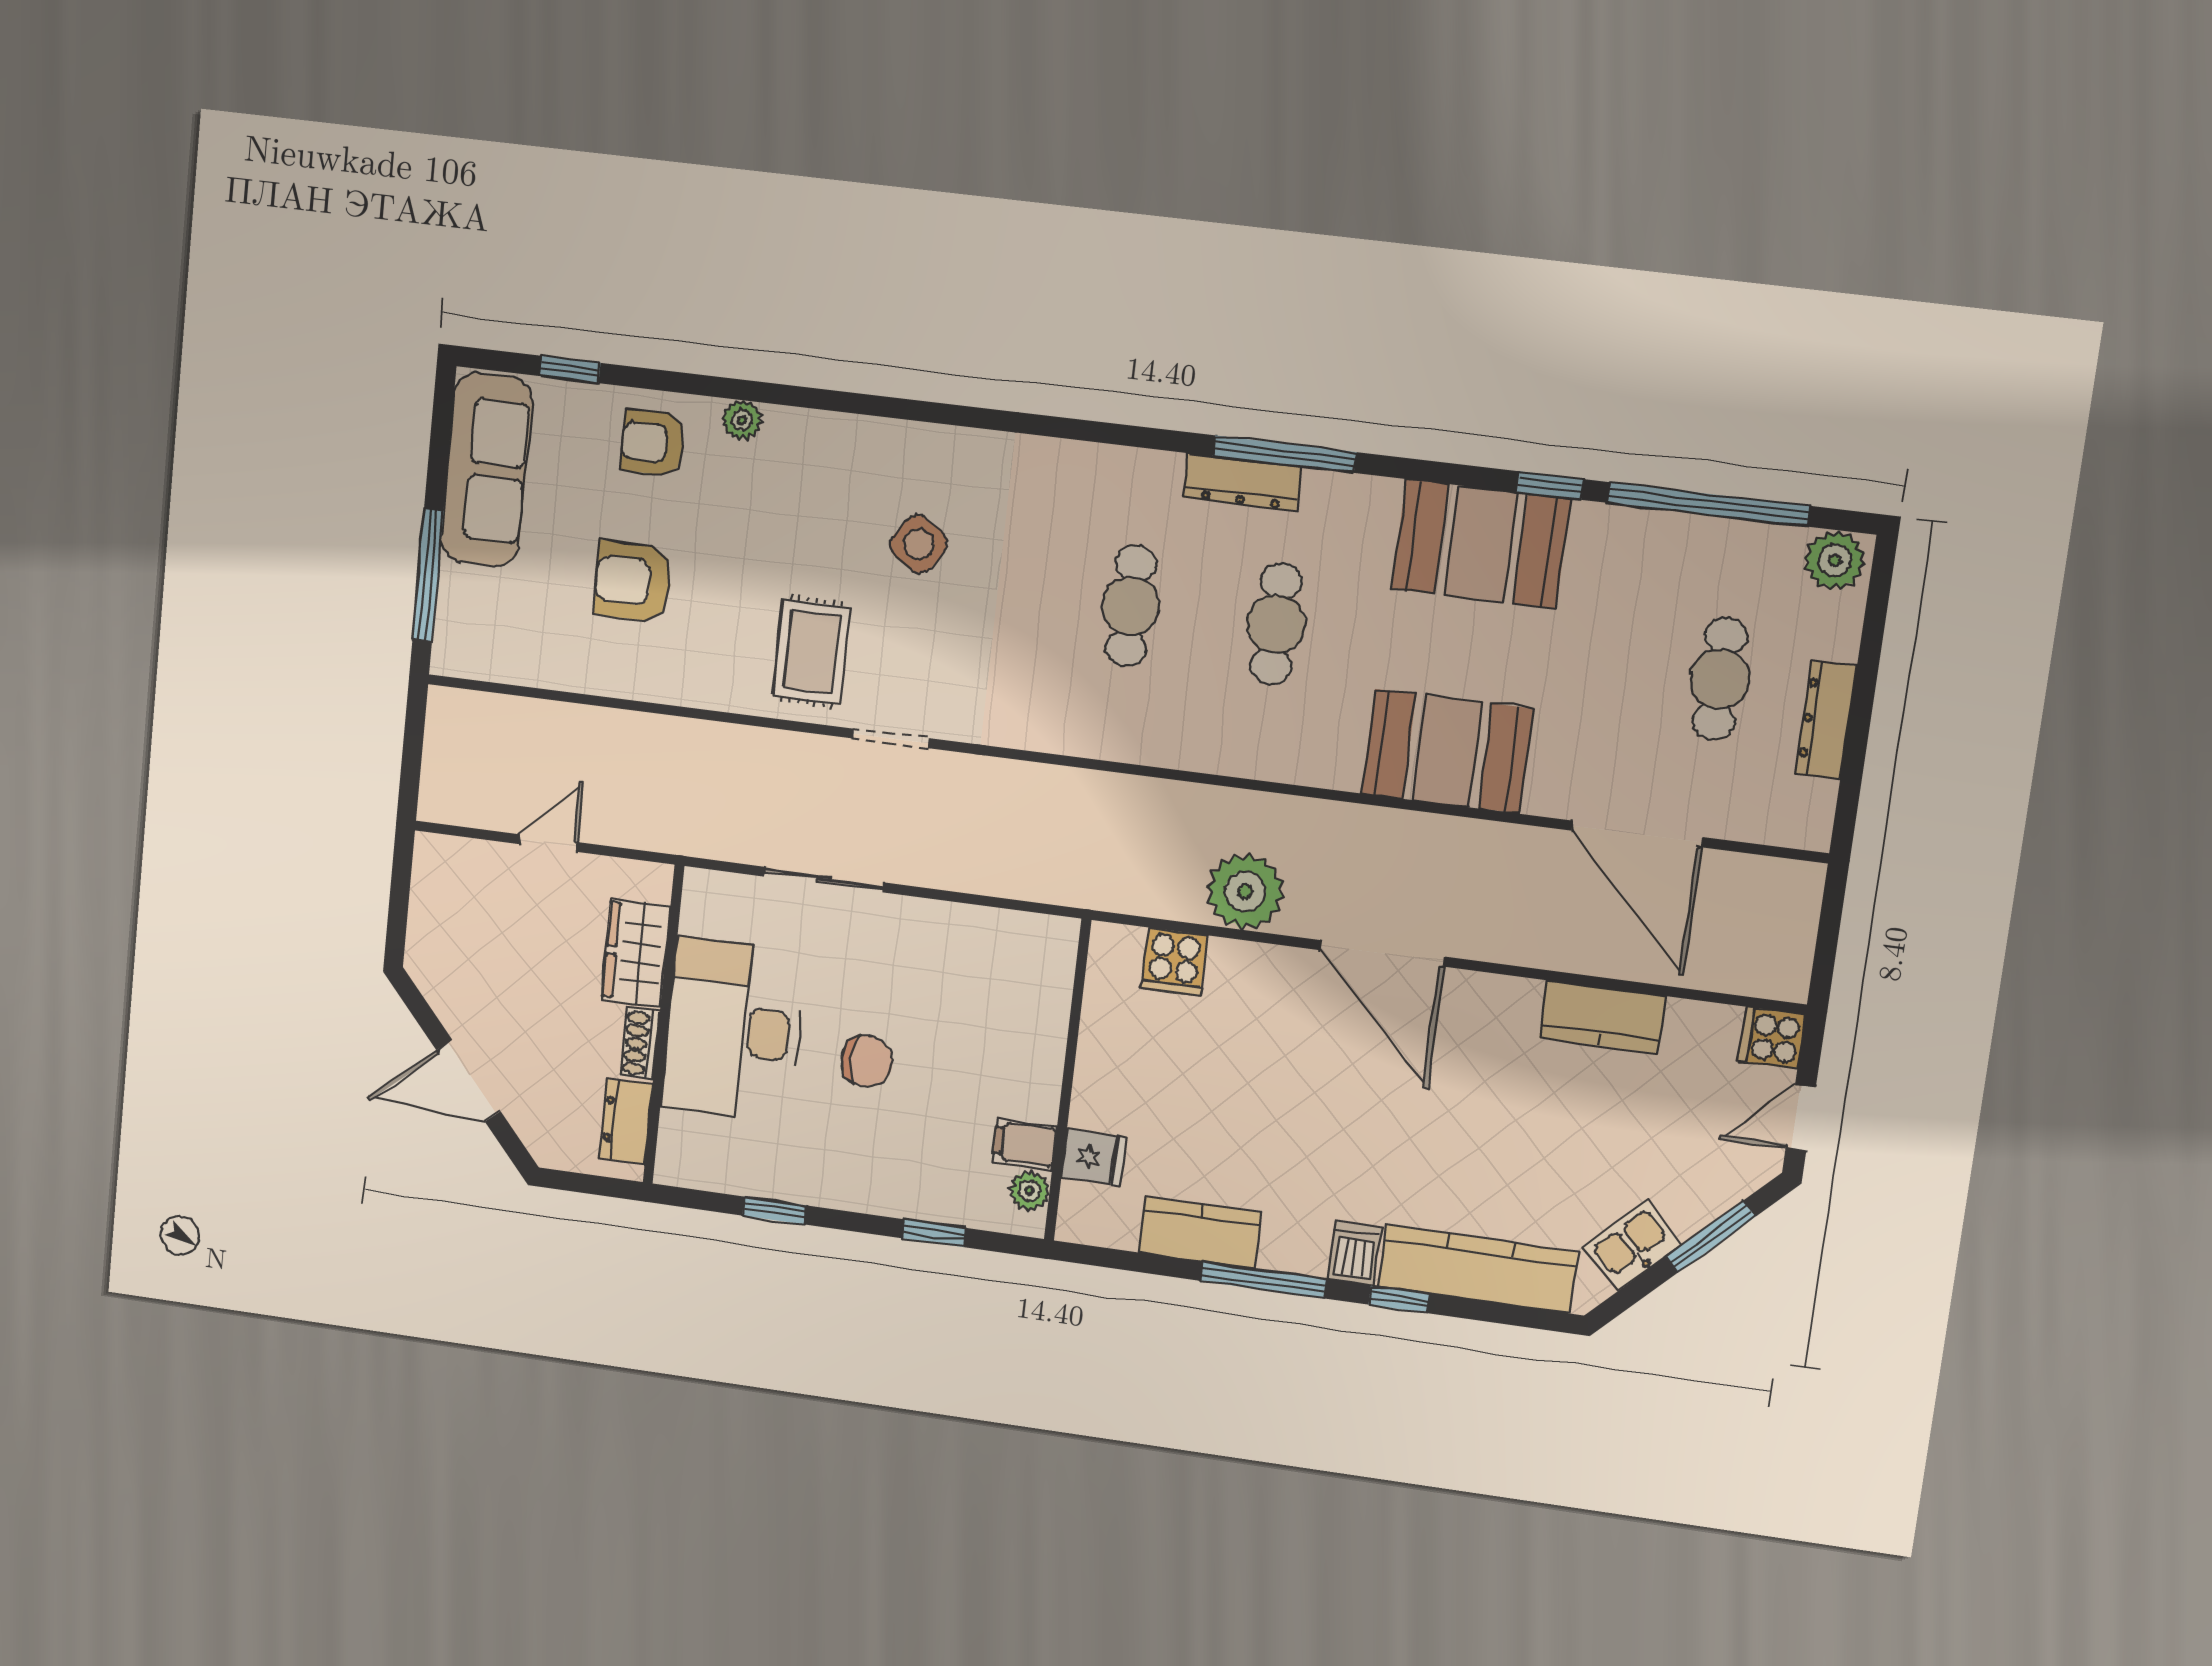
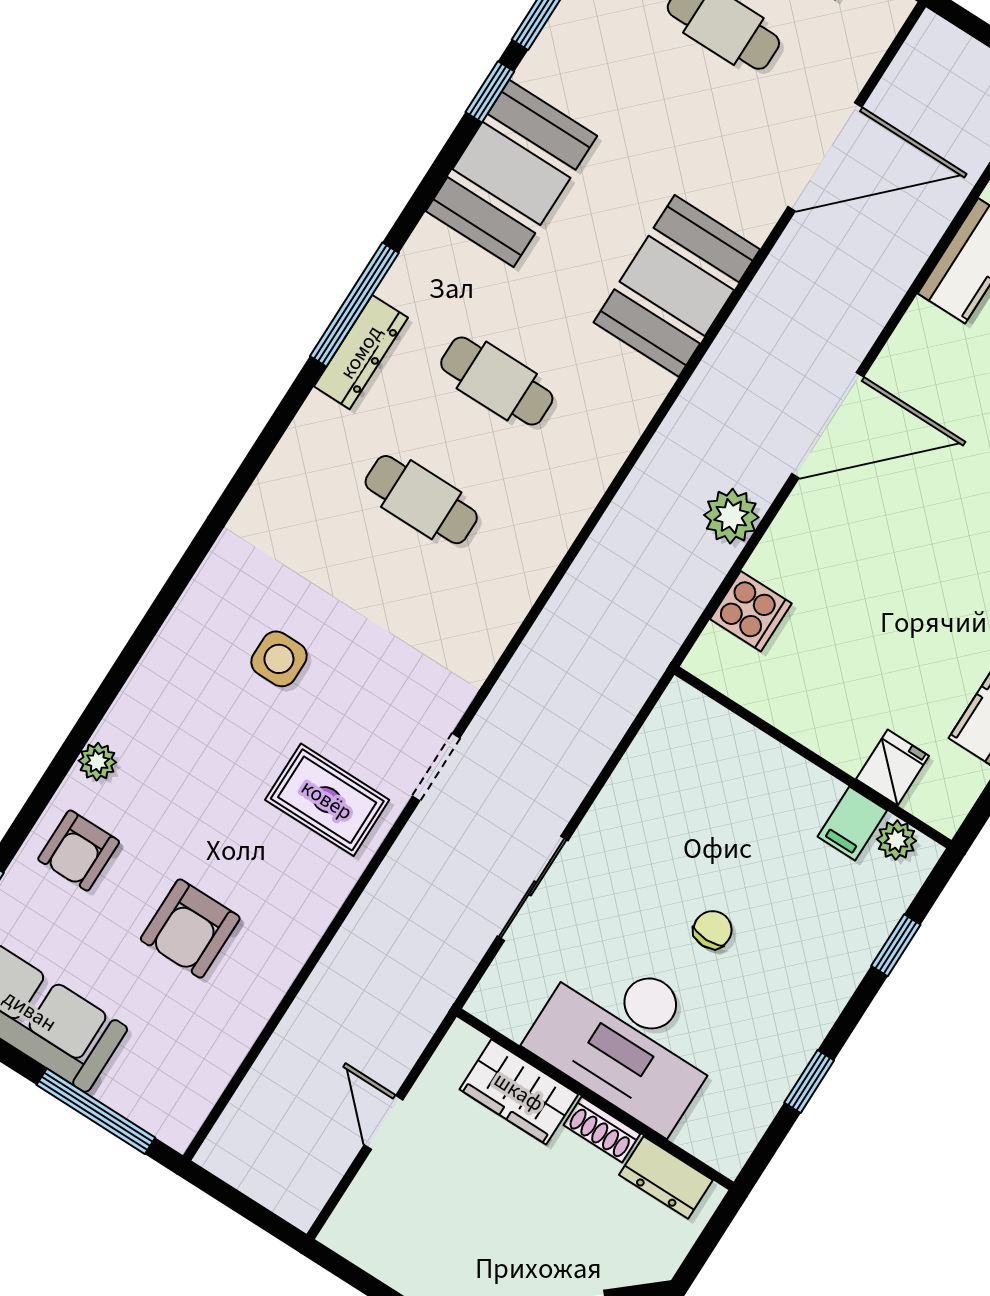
side table: (919, 544) -> (279, 659), turned -33
plant: (1245, 892) -> (731, 516), width x0.73, depth x0.73
chair: (867, 1061) -> (713, 930), width x0.73, depth x0.73

